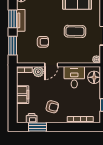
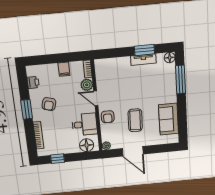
armchair: (43, 42) -> (108, 117), moved
window: (13, 46) -> (114, 53), removed
filing cabinet: (23, 95) -> (64, 69), width x0.50
window: (37, 127) -> (27, 109), moved

